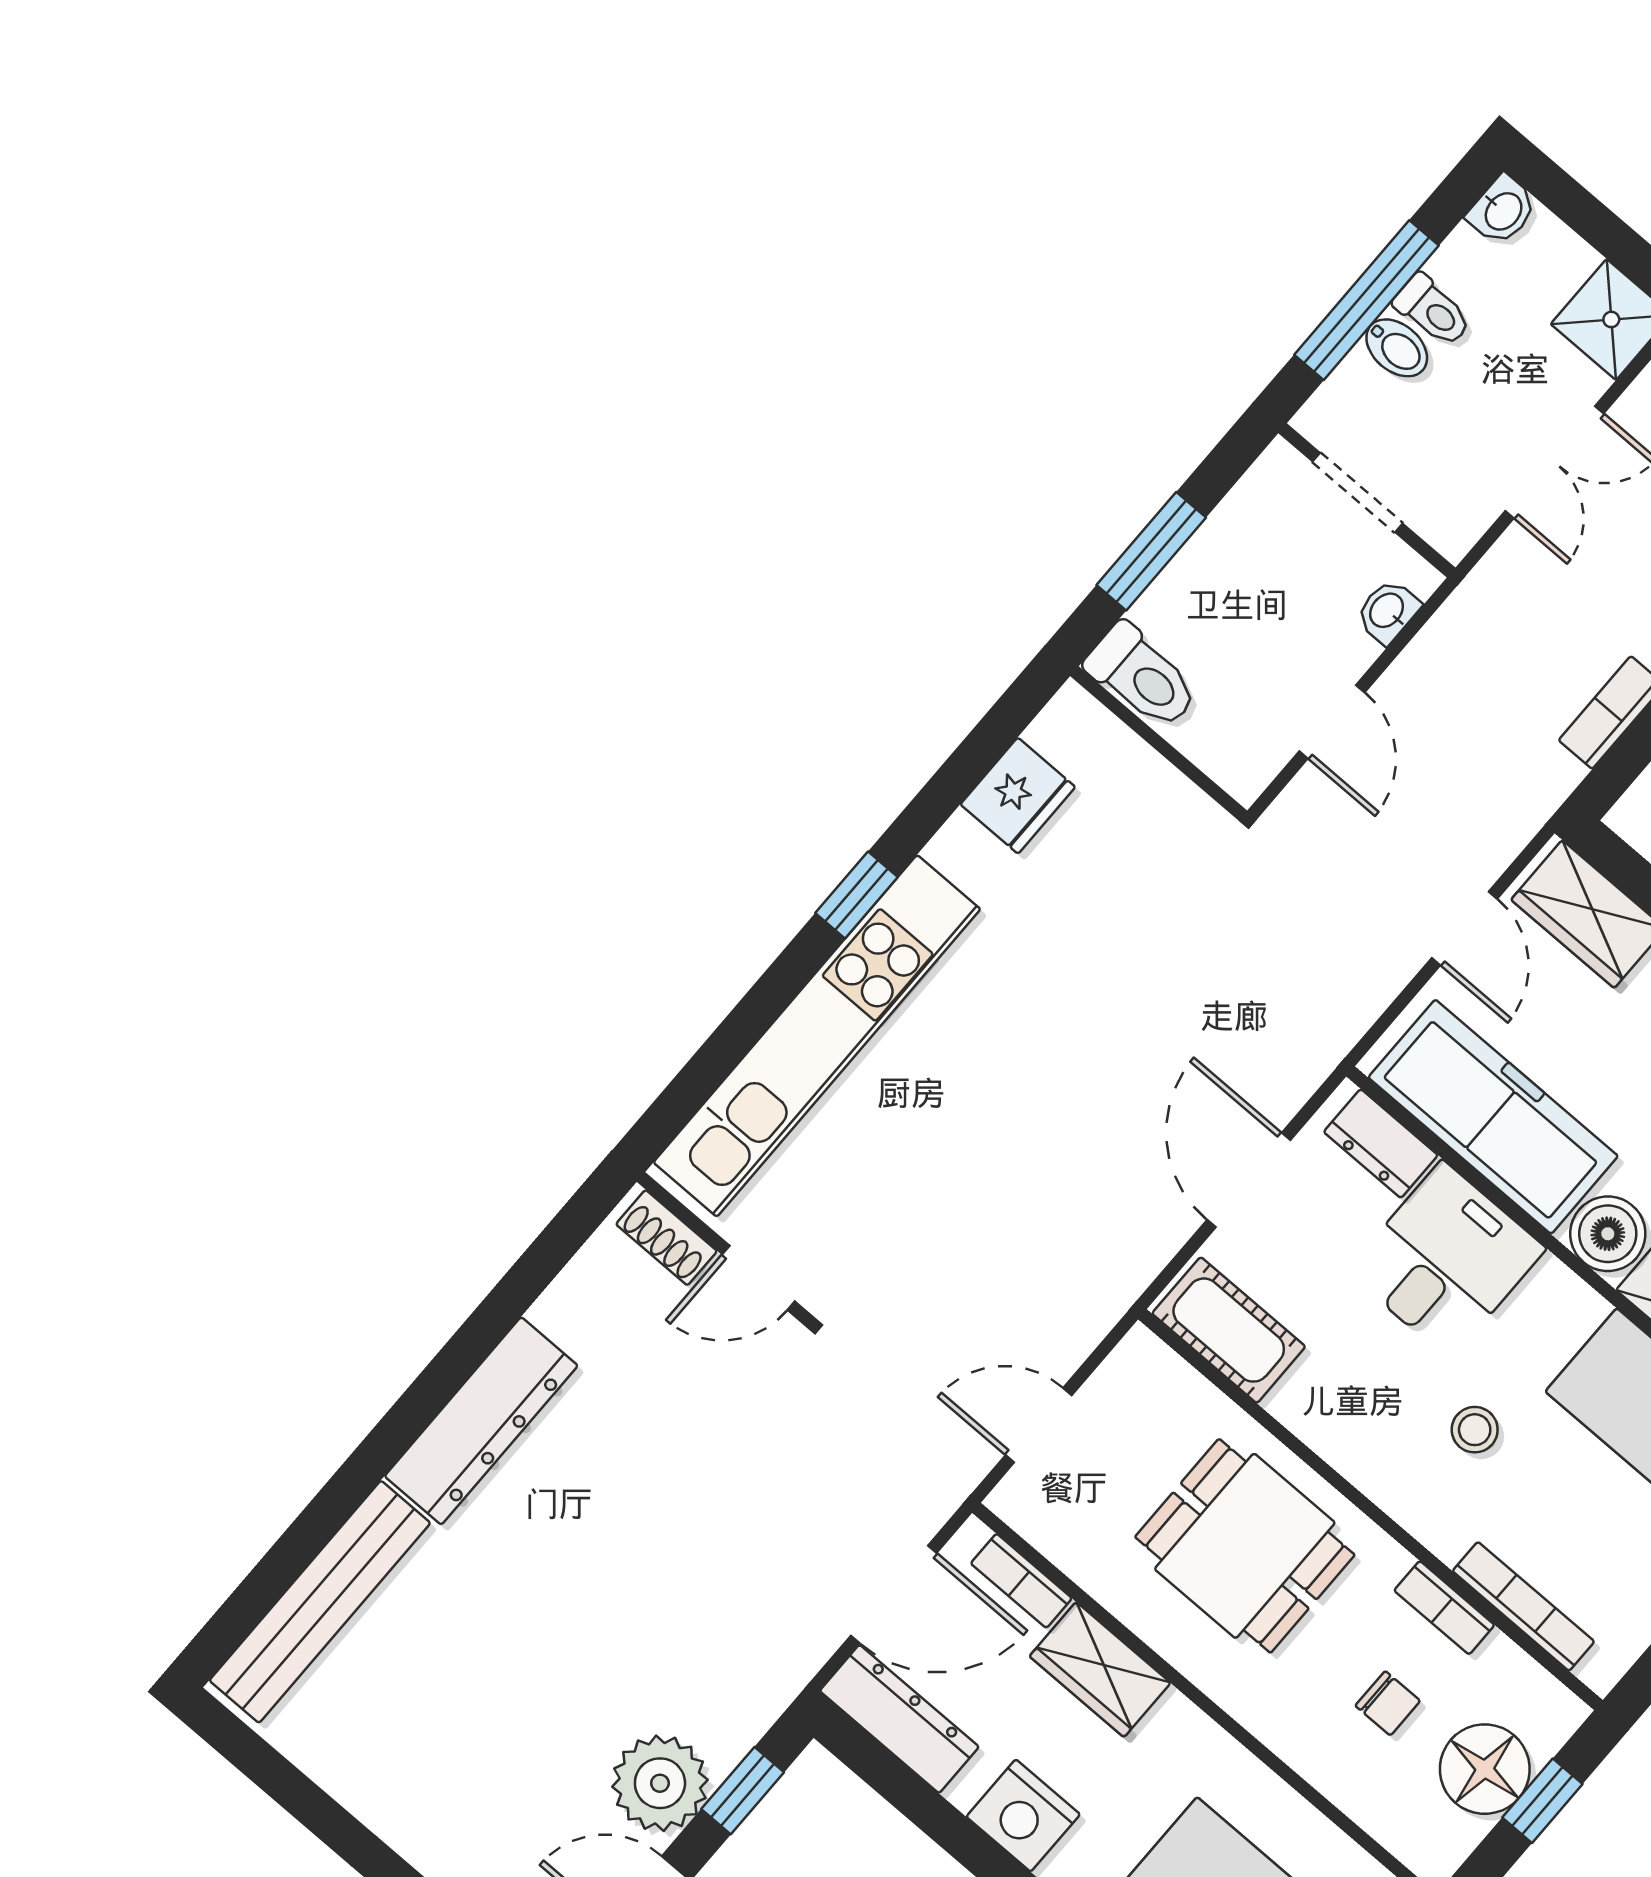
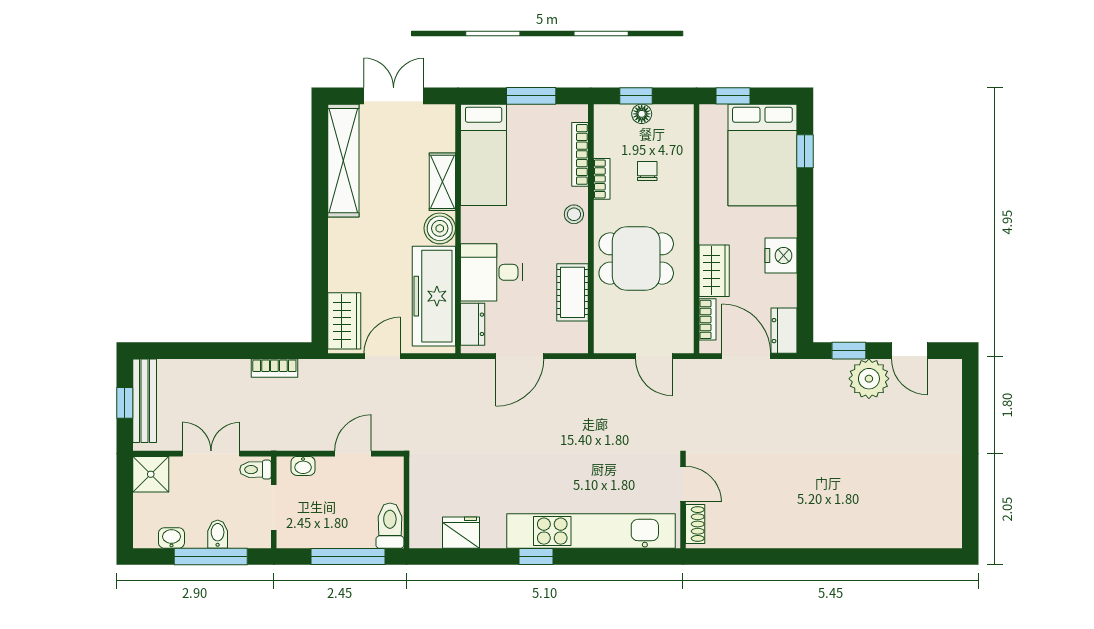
washbasin: (1502, 210) -> (171, 538), moved
toilet: (1433, 311) -> (255, 470), moved, turned -90
window: (1151, 551) -> (348, 557), width x1.44
cot: (1229, 1330) -> (572, 292), moved
dresser: (481, 1421) -> (803, 533), removed
stool: (1475, 1430) -> (574, 214), moved
dining table: (1245, 1546) -> (636, 258), turned 90
bench: (320, 1602) -> (904, 535), removed
dresser: (899, 1719) -> (784, 331), width x0.70
floor lamp: (1485, 1769) -> (642, 114), width x0.53, depth x0.53

